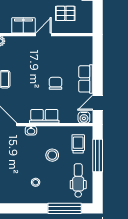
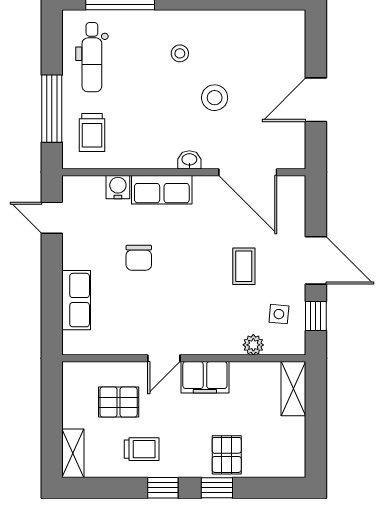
row of seats: (86, 79) -> (76, 300), moved
door: (98, 103) -> (52, 218), swing flipped
water cooler: (84, 118) -> (118, 187), moved
stool: (52, 155) -> (215, 98), moved

